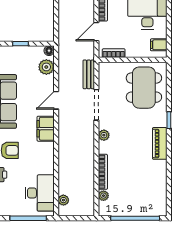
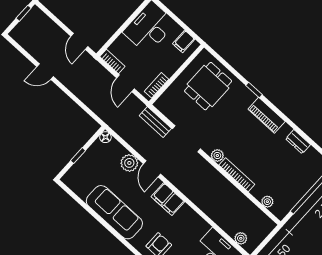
plant: (46, 67) -> (129, 163), moved
dining table: (144, 88) -> (208, 86), width x0.73
bookcase: (103, 172) -> (237, 175), moved
dresser: (161, 180) -> (298, 142), added

